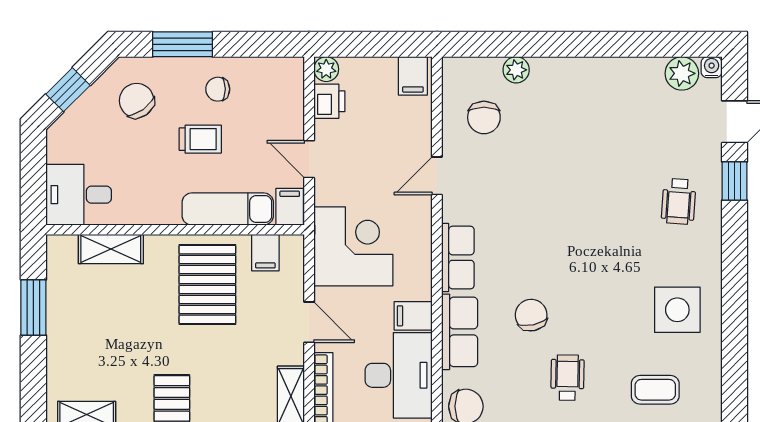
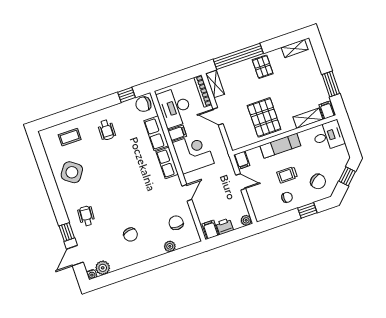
window: (182, 44) -> (307, 210), width x0.67
printer: (329, 101) -> (225, 226), moved, turned 90
exam couch: (228, 209) -> (280, 146), moved
corner desk: (353, 246) -> (193, 153), moved, turned 180
filing cabinet: (265, 253) -> (327, 110), moved
side table: (677, 310) -> (72, 172), turned 35
chair: (531, 315) -> (130, 235), moved

